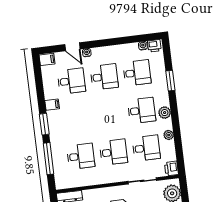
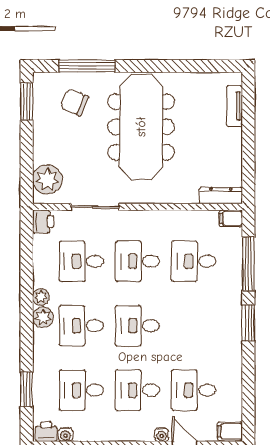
window: (170, 81) -> (27, 389), moved
filing cabinet: (52, 105) -> (231, 218), moved
desk: (109, 115) -> (137, 326), added
plant: (169, 135) -> (41, 297), moved

